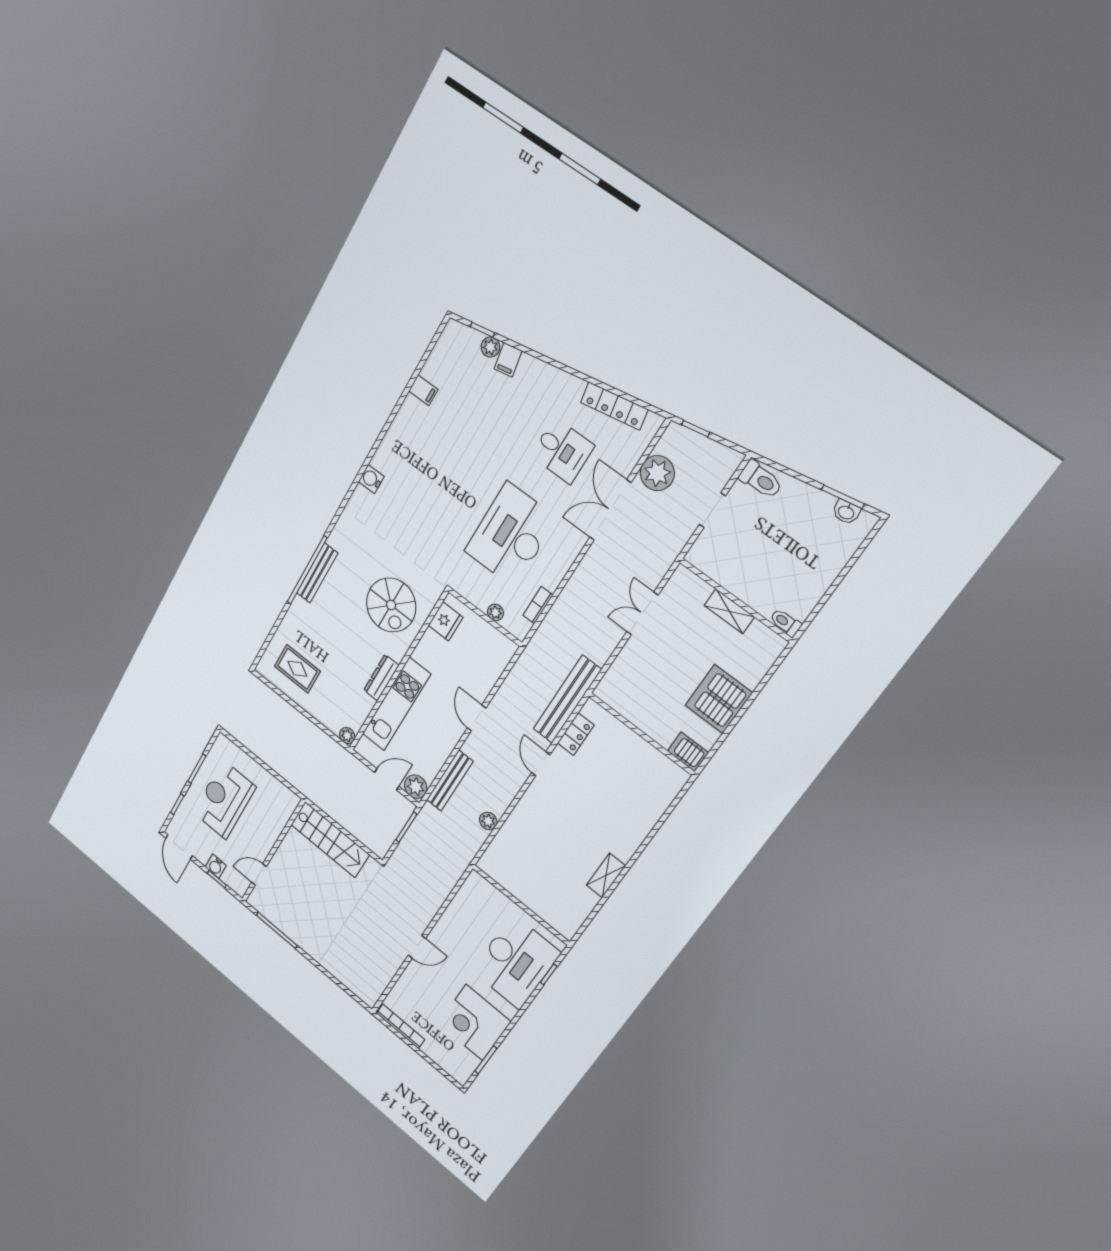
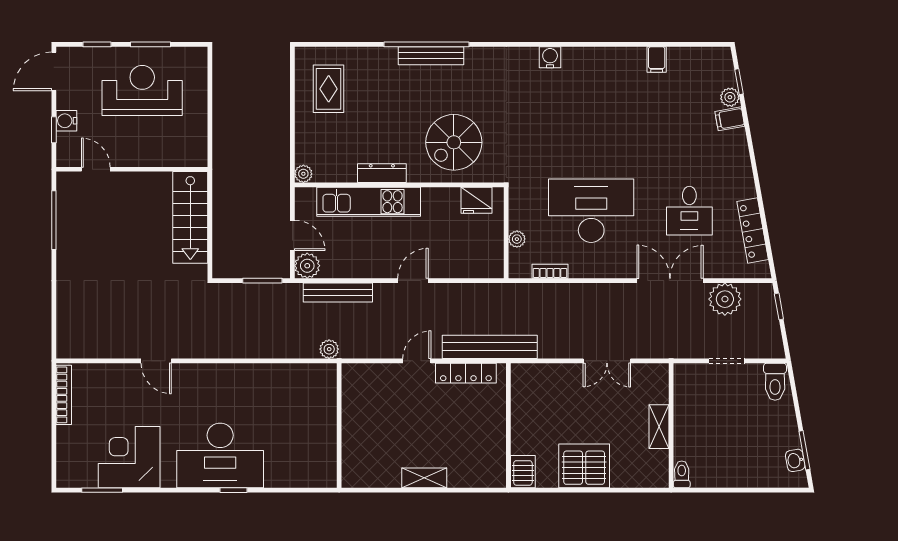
double door: (642, 613) -> (607, 361), swing flipped
locker: (576, 734) -> (466, 373), width x1.53
shelving: (606, 875) -> (424, 478), moved
wall: (521, 905) -> (339, 426), moved

